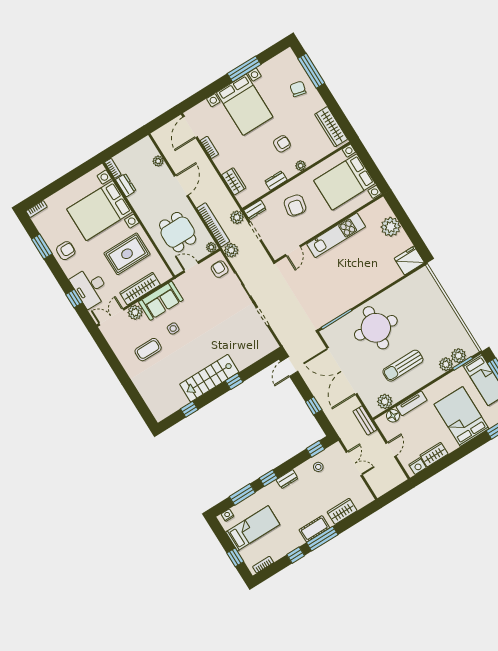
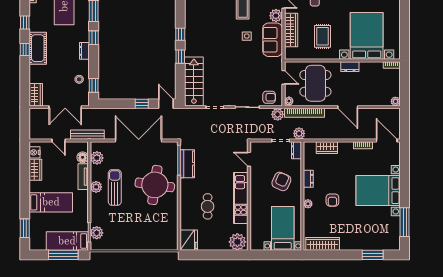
window: (244, 69) -> (405, 222), moved
window: (311, 71) -> (373, 255), width x0.69
chair: (298, 89) -> (365, 237), removed
plant: (158, 161) -> (395, 101), moved
bed with nightstands: (344, 182) -> (283, 228), width x0.73
dresser: (126, 185) -> (350, 67), moved
armchair: (295, 205) -> (281, 181), turned 102
plant: (391, 227) -> (237, 242), moved
dining table: (178, 232) -> (315, 83), width x1.38
rug: (127, 254) -> (323, 36), width x0.73, depth x0.70
cafe table: (365, 263) -> (208, 206), added
door: (191, 267) -> (283, 77), hinge flipped
kitchen counter: (335, 309) -> (187, 164), added
plant: (446, 364) -> (96, 187), moved
stairs: (209, 378) -> (194, 81), moved
window: (314, 406) -> (142, 104), moved
window: (189, 409) -> (180, 34), moved
bed: (461, 416) -> (51, 202), width x0.67
bench: (365, 420) -> (87, 135), width x1.36
double door: (354, 464) -> (65, 107), width x1.37
wardrobe: (342, 511) -> (36, 95), moved
cot: (314, 529) -> (38, 48), width x1.37, depth x1.34
window: (322, 539) -> (25, 49), width x0.46

